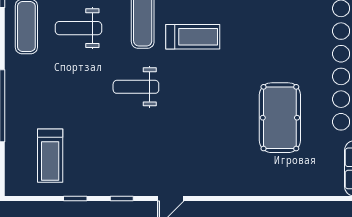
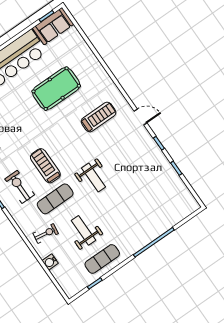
weight bench: (79, 28) -> (84, 230), turned 180
treadmill: (50, 156) -> (98, 117), moved

